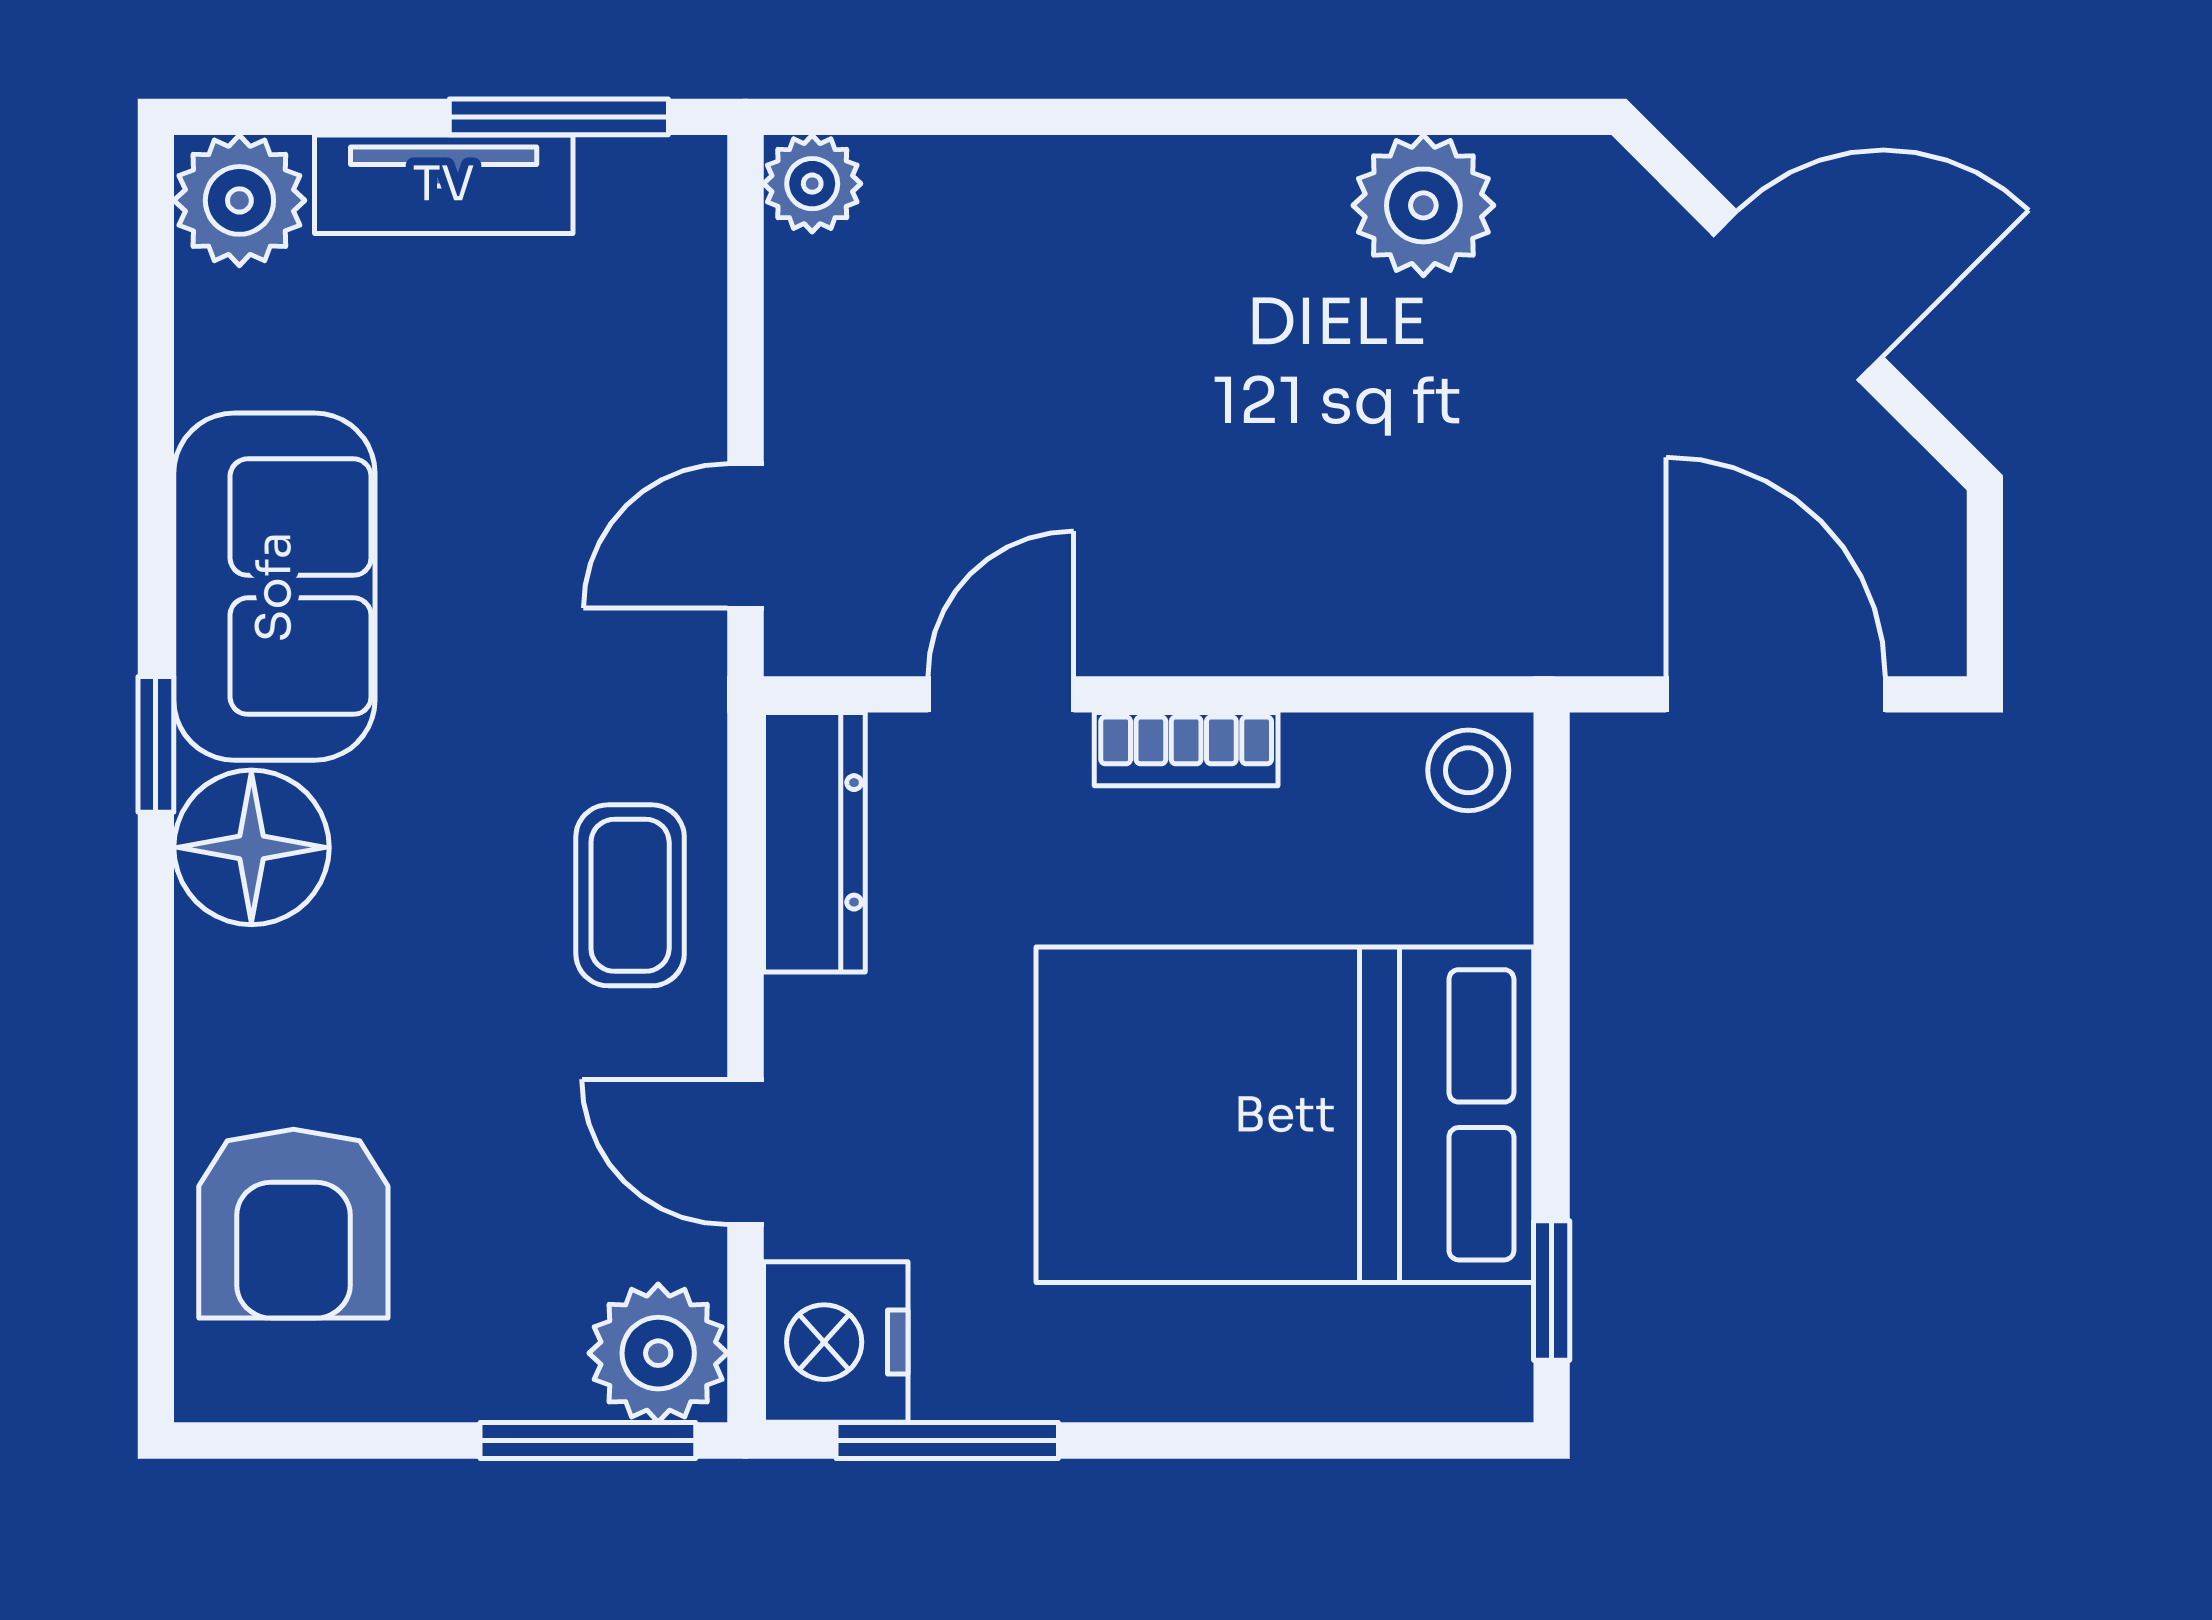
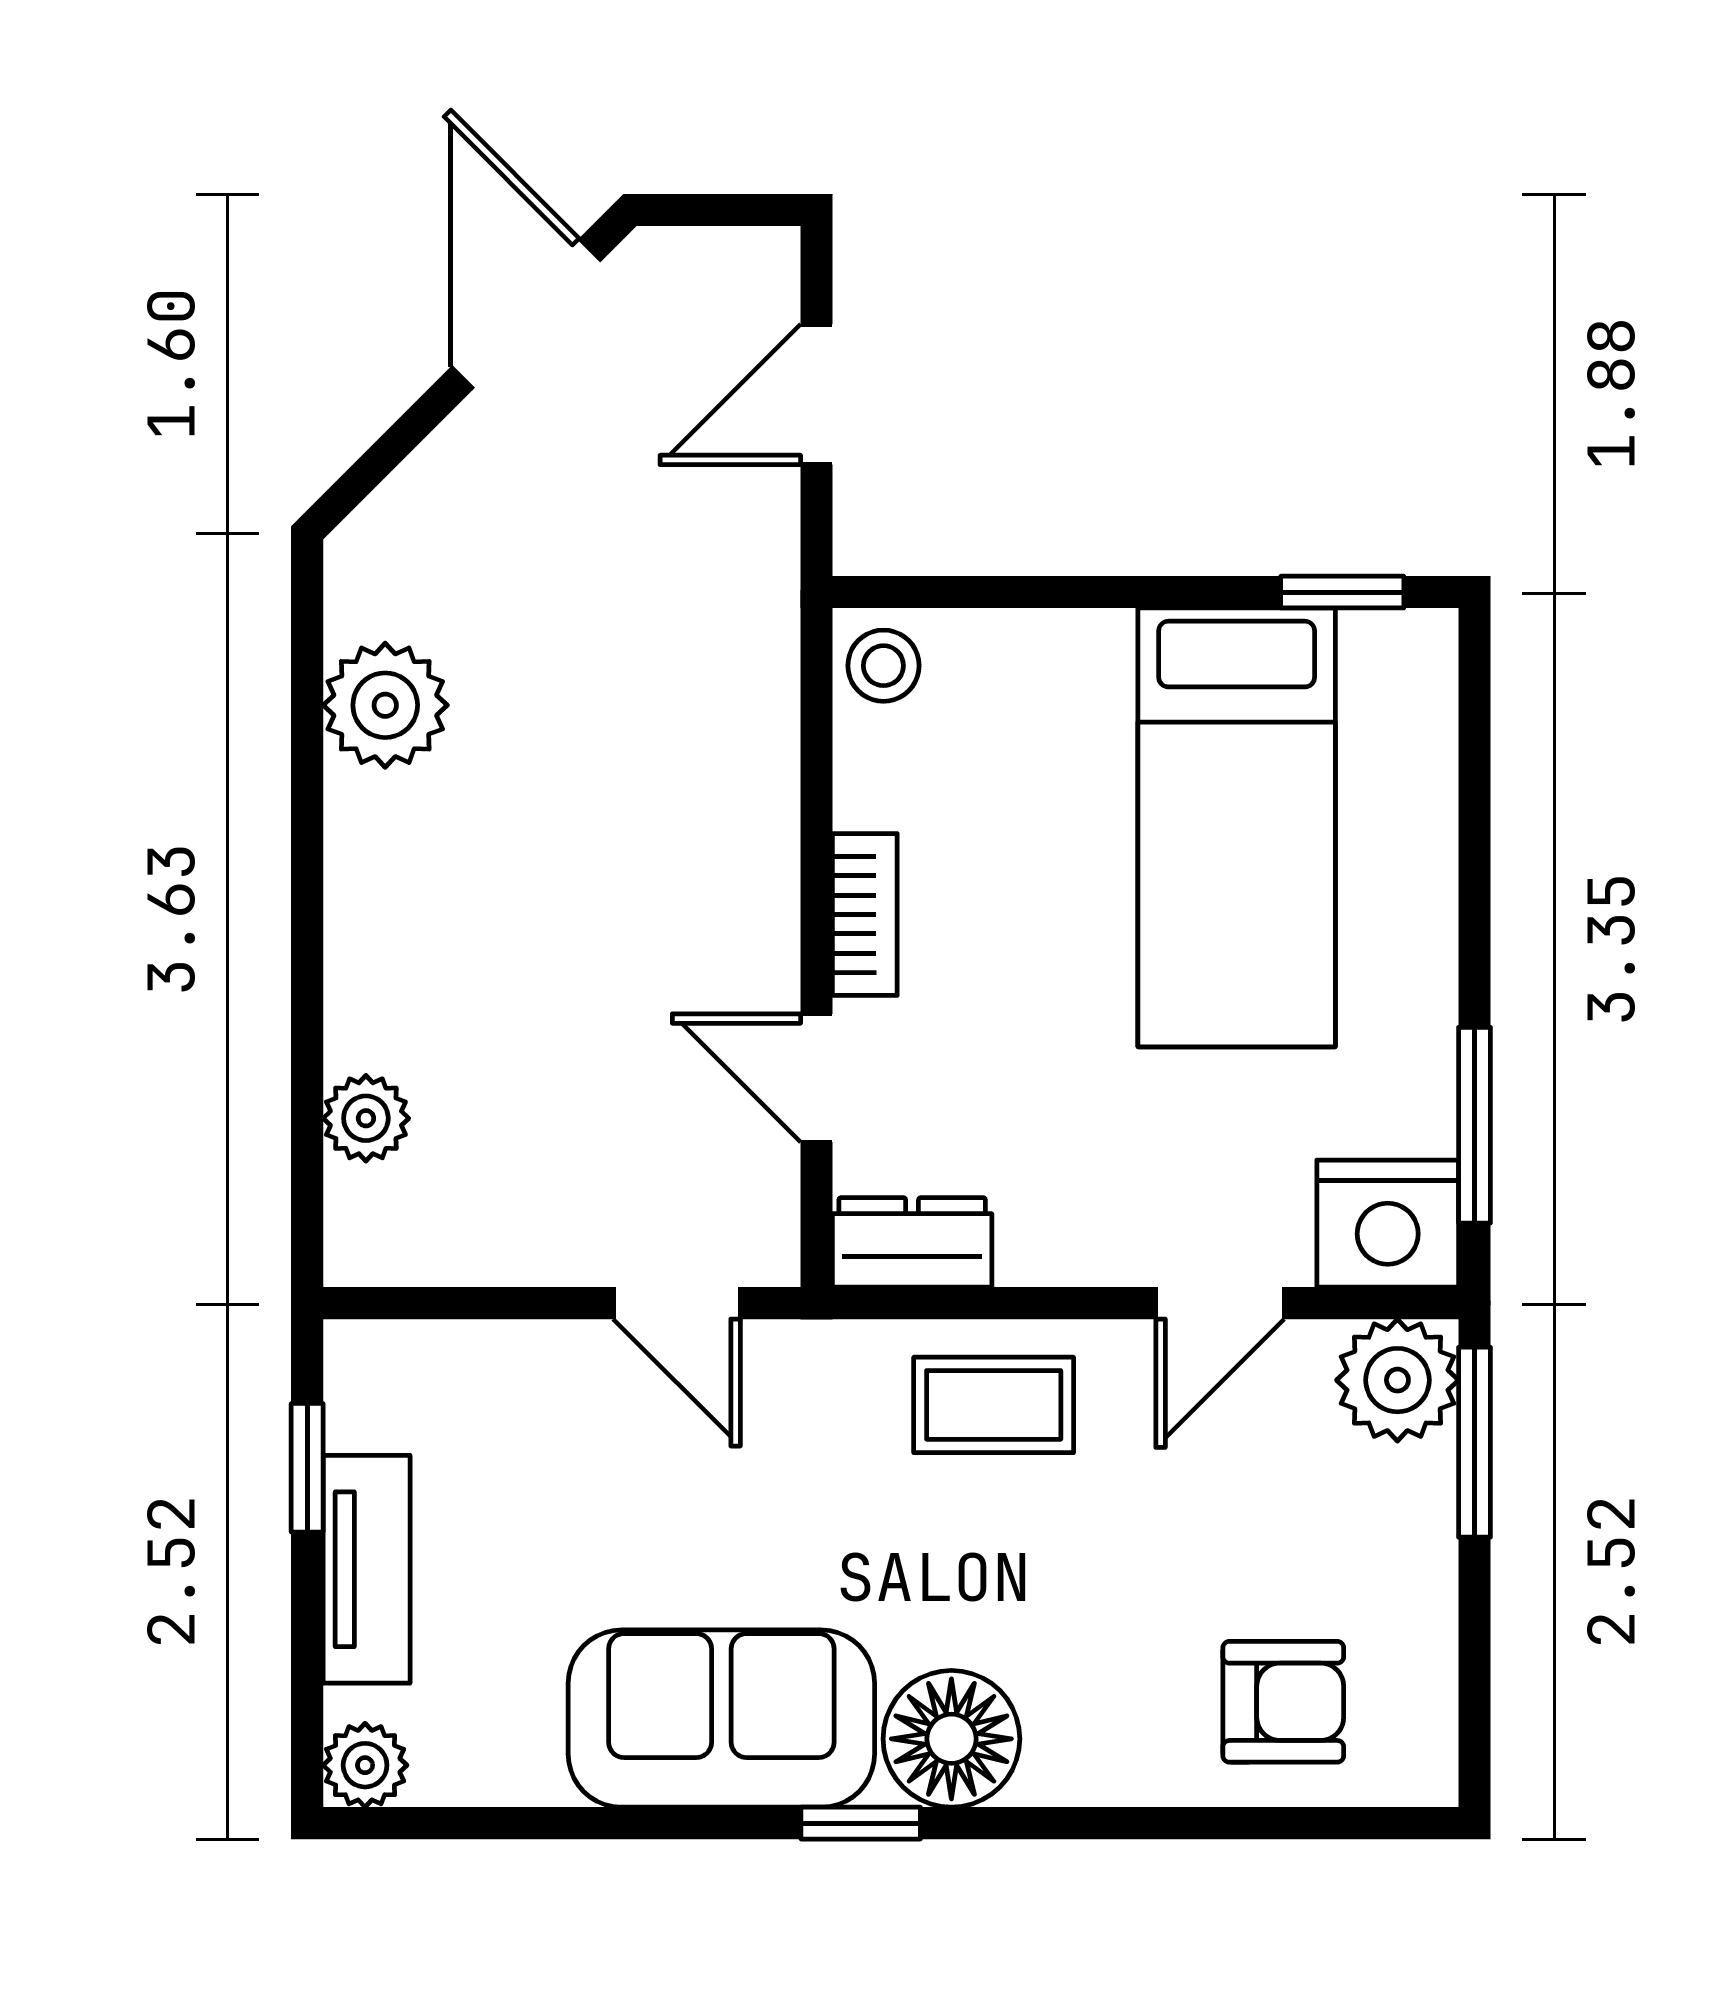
window: (559, 117) -> (307, 1468), width x0.67
plant: (812, 184) -> (366, 1118), moved
plant: (239, 200) -> (365, 1765), width x0.73, depth x0.73
door: (1798, 296) -> (526, 314), moved
door: (1776, 694) -> (817, 394), width x0.73
dresser: (814, 842) -> (912, 1242), width x0.70
bed: (1285, 1115) -> (1237, 827), width x0.67
armchair: (293, 1224) -> (1283, 1702), width x0.72, depth x0.72

